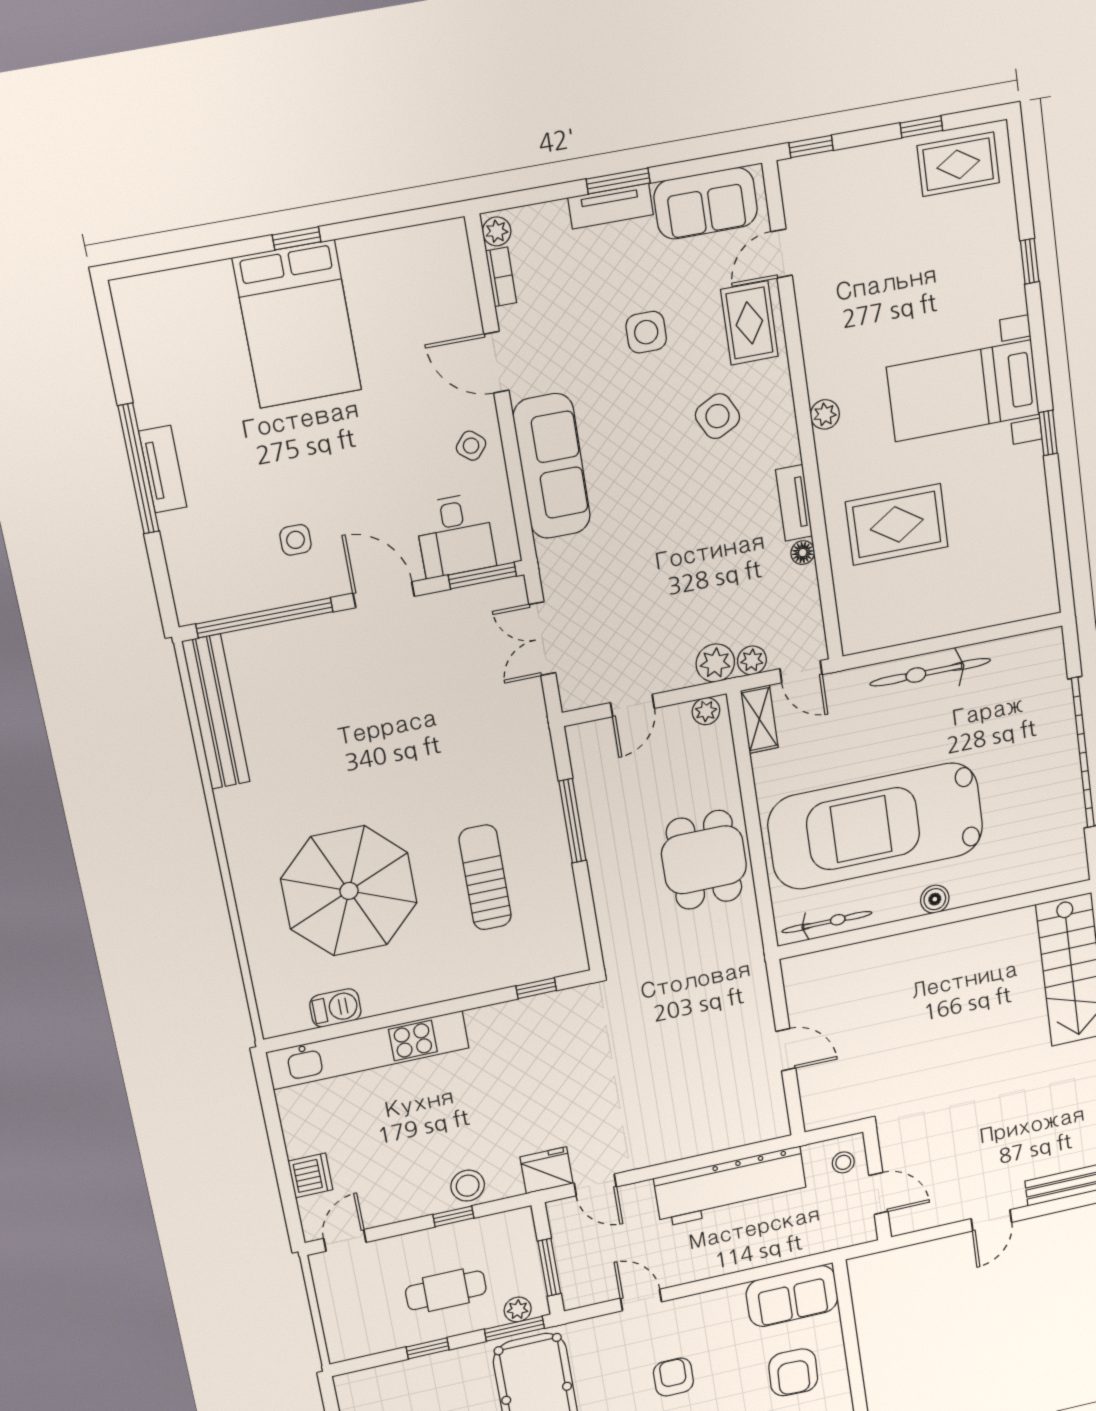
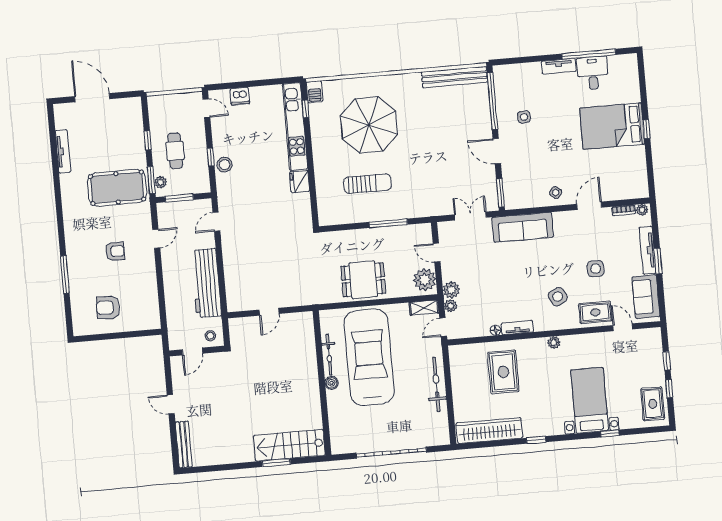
window: (811, 146) -> (667, 361), moved
tv unit: (611, 206) -> (648, 250), width x1.41
bed with nightstands: (963, 391) -> (590, 400), moved
sofa: (552, 466) -> (523, 227), moved
window: (138, 469) -> (589, 54), moved
desk: (455, 535) -> (593, 73), moved, turned 90
wardrobe: (1030, 542) -> (489, 430), added
door: (384, 595) -> (497, 151), swing flipped
plant: (706, 711) -> (425, 280), width x1.88, depth x1.88
bicycle: (827, 922) -> (329, 355), moved
window: (536, 988) -> (305, 109), moved
barbecue: (335, 1008) -> (315, 92), moved
fridge: (546, 1170) -> (300, 181), moved, turned 180
sofa: (792, 1296) -> (147, 309), removed

